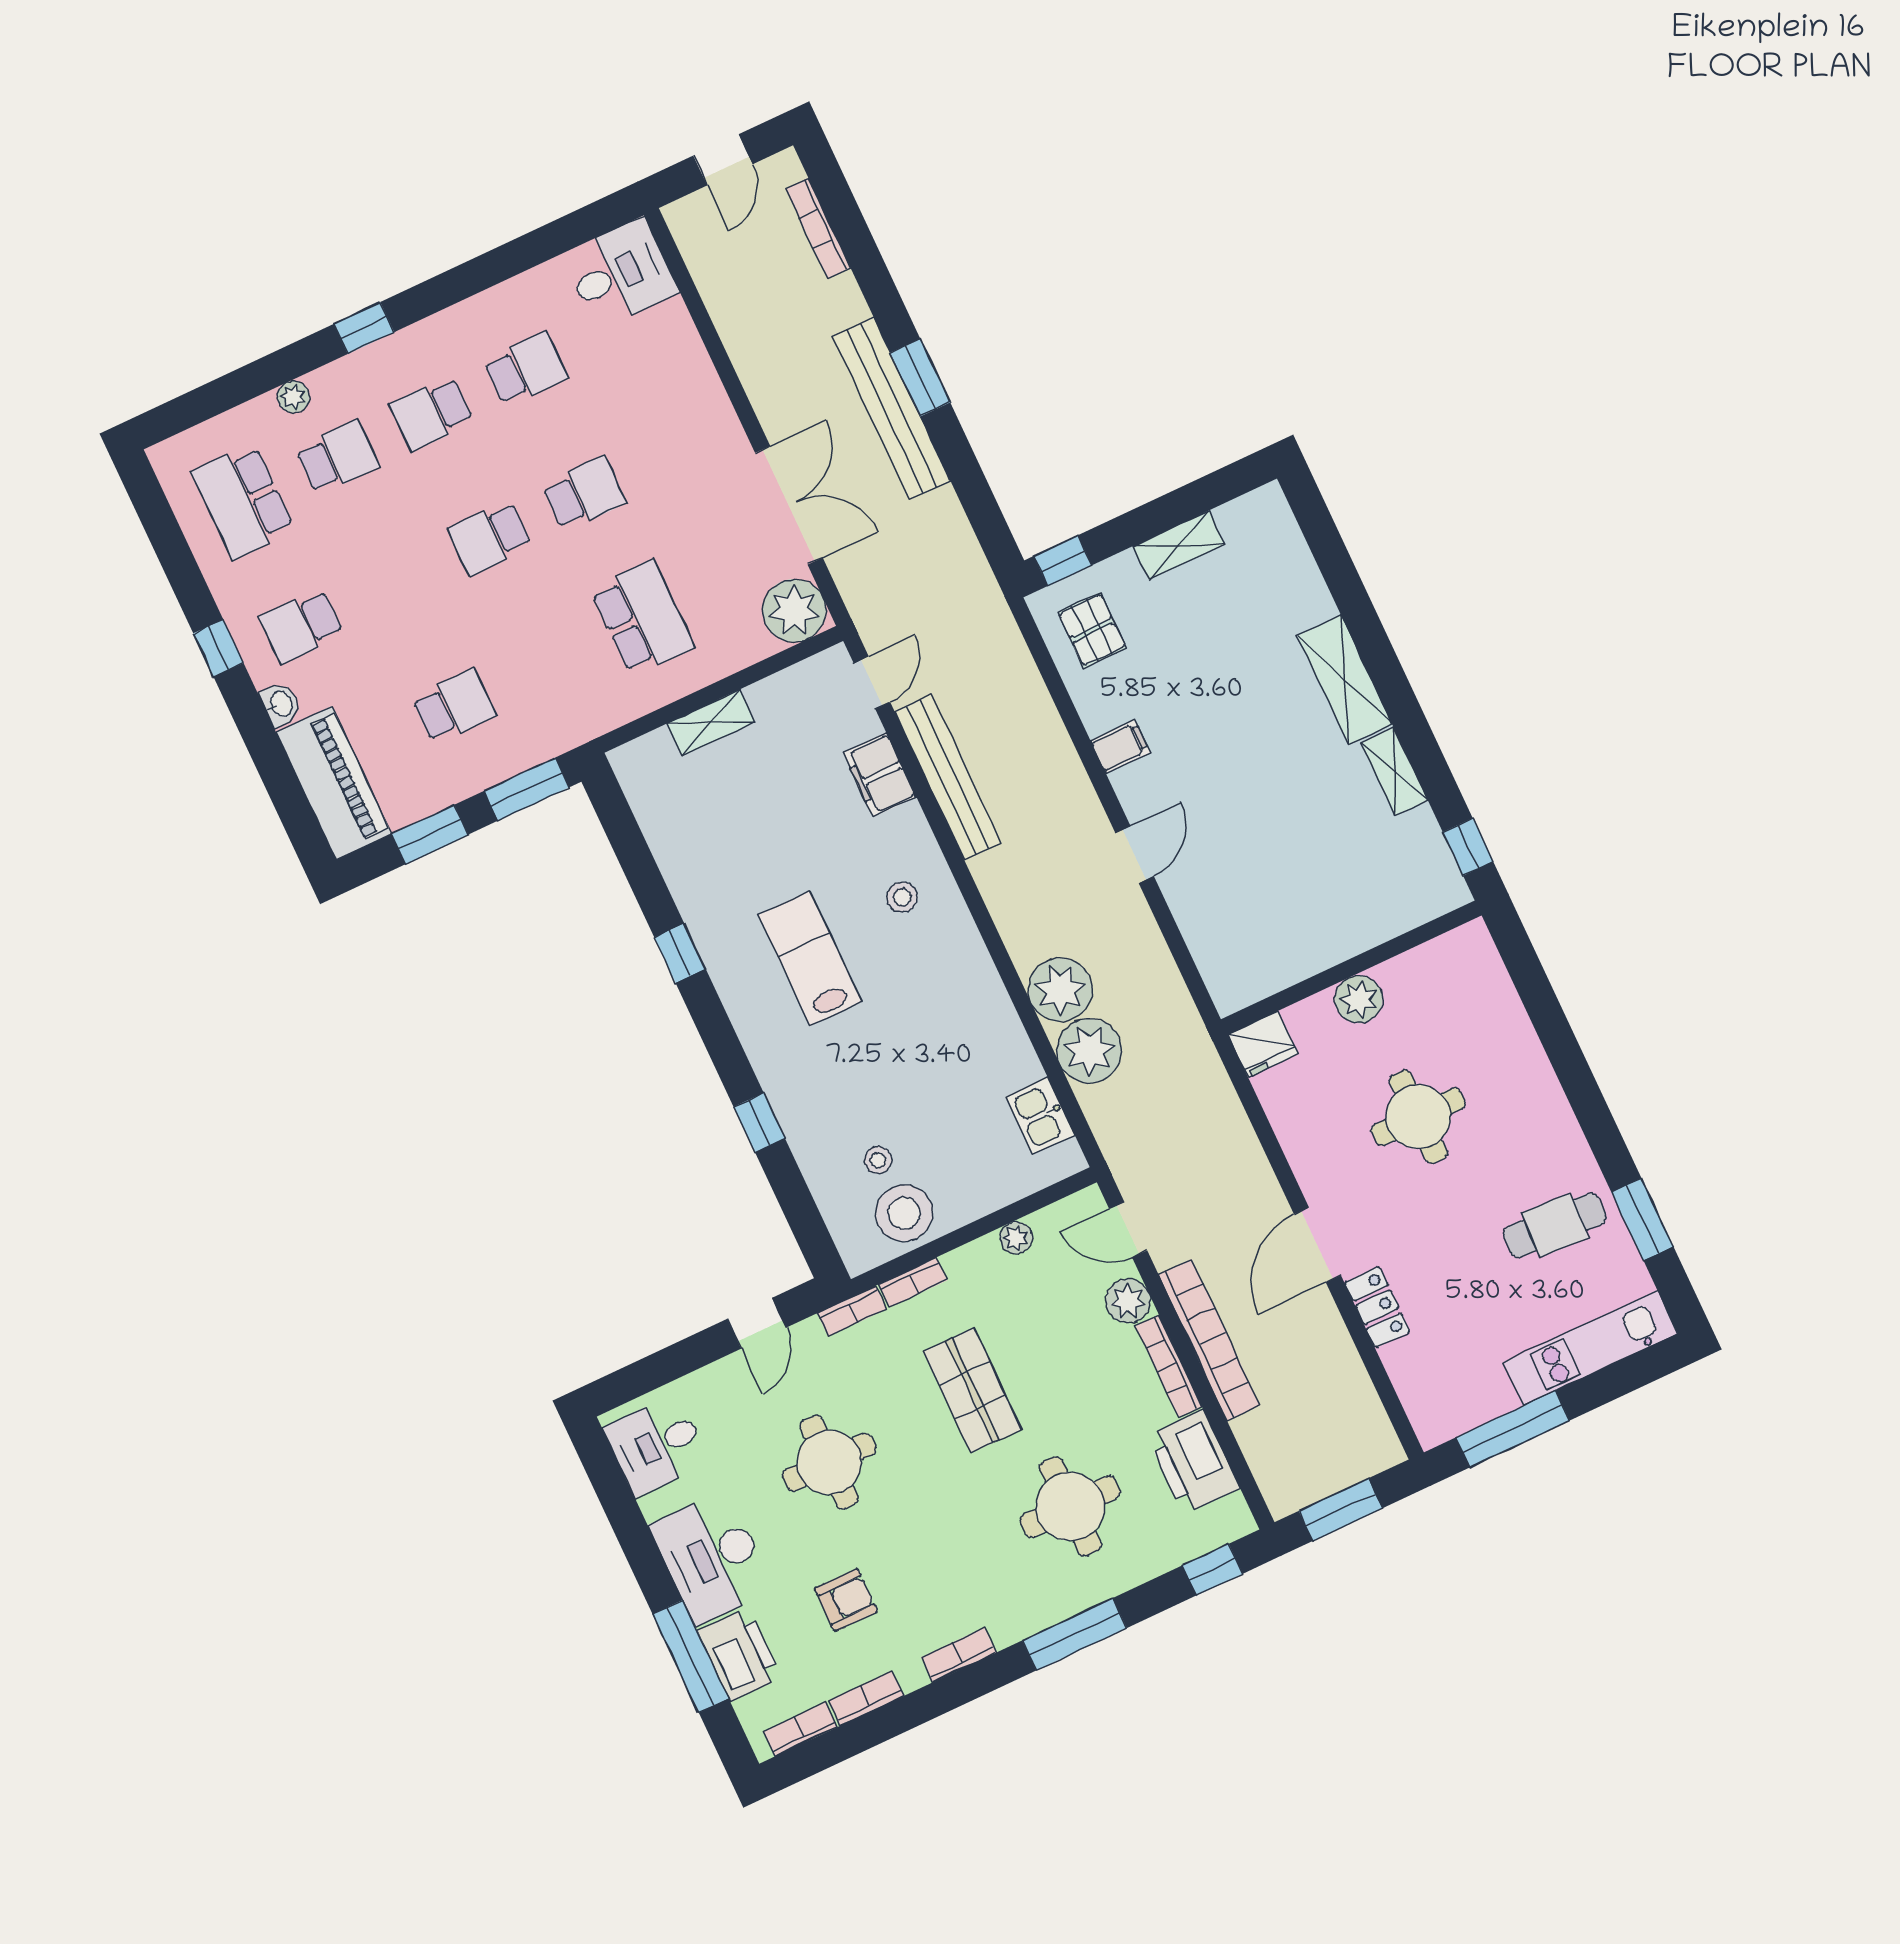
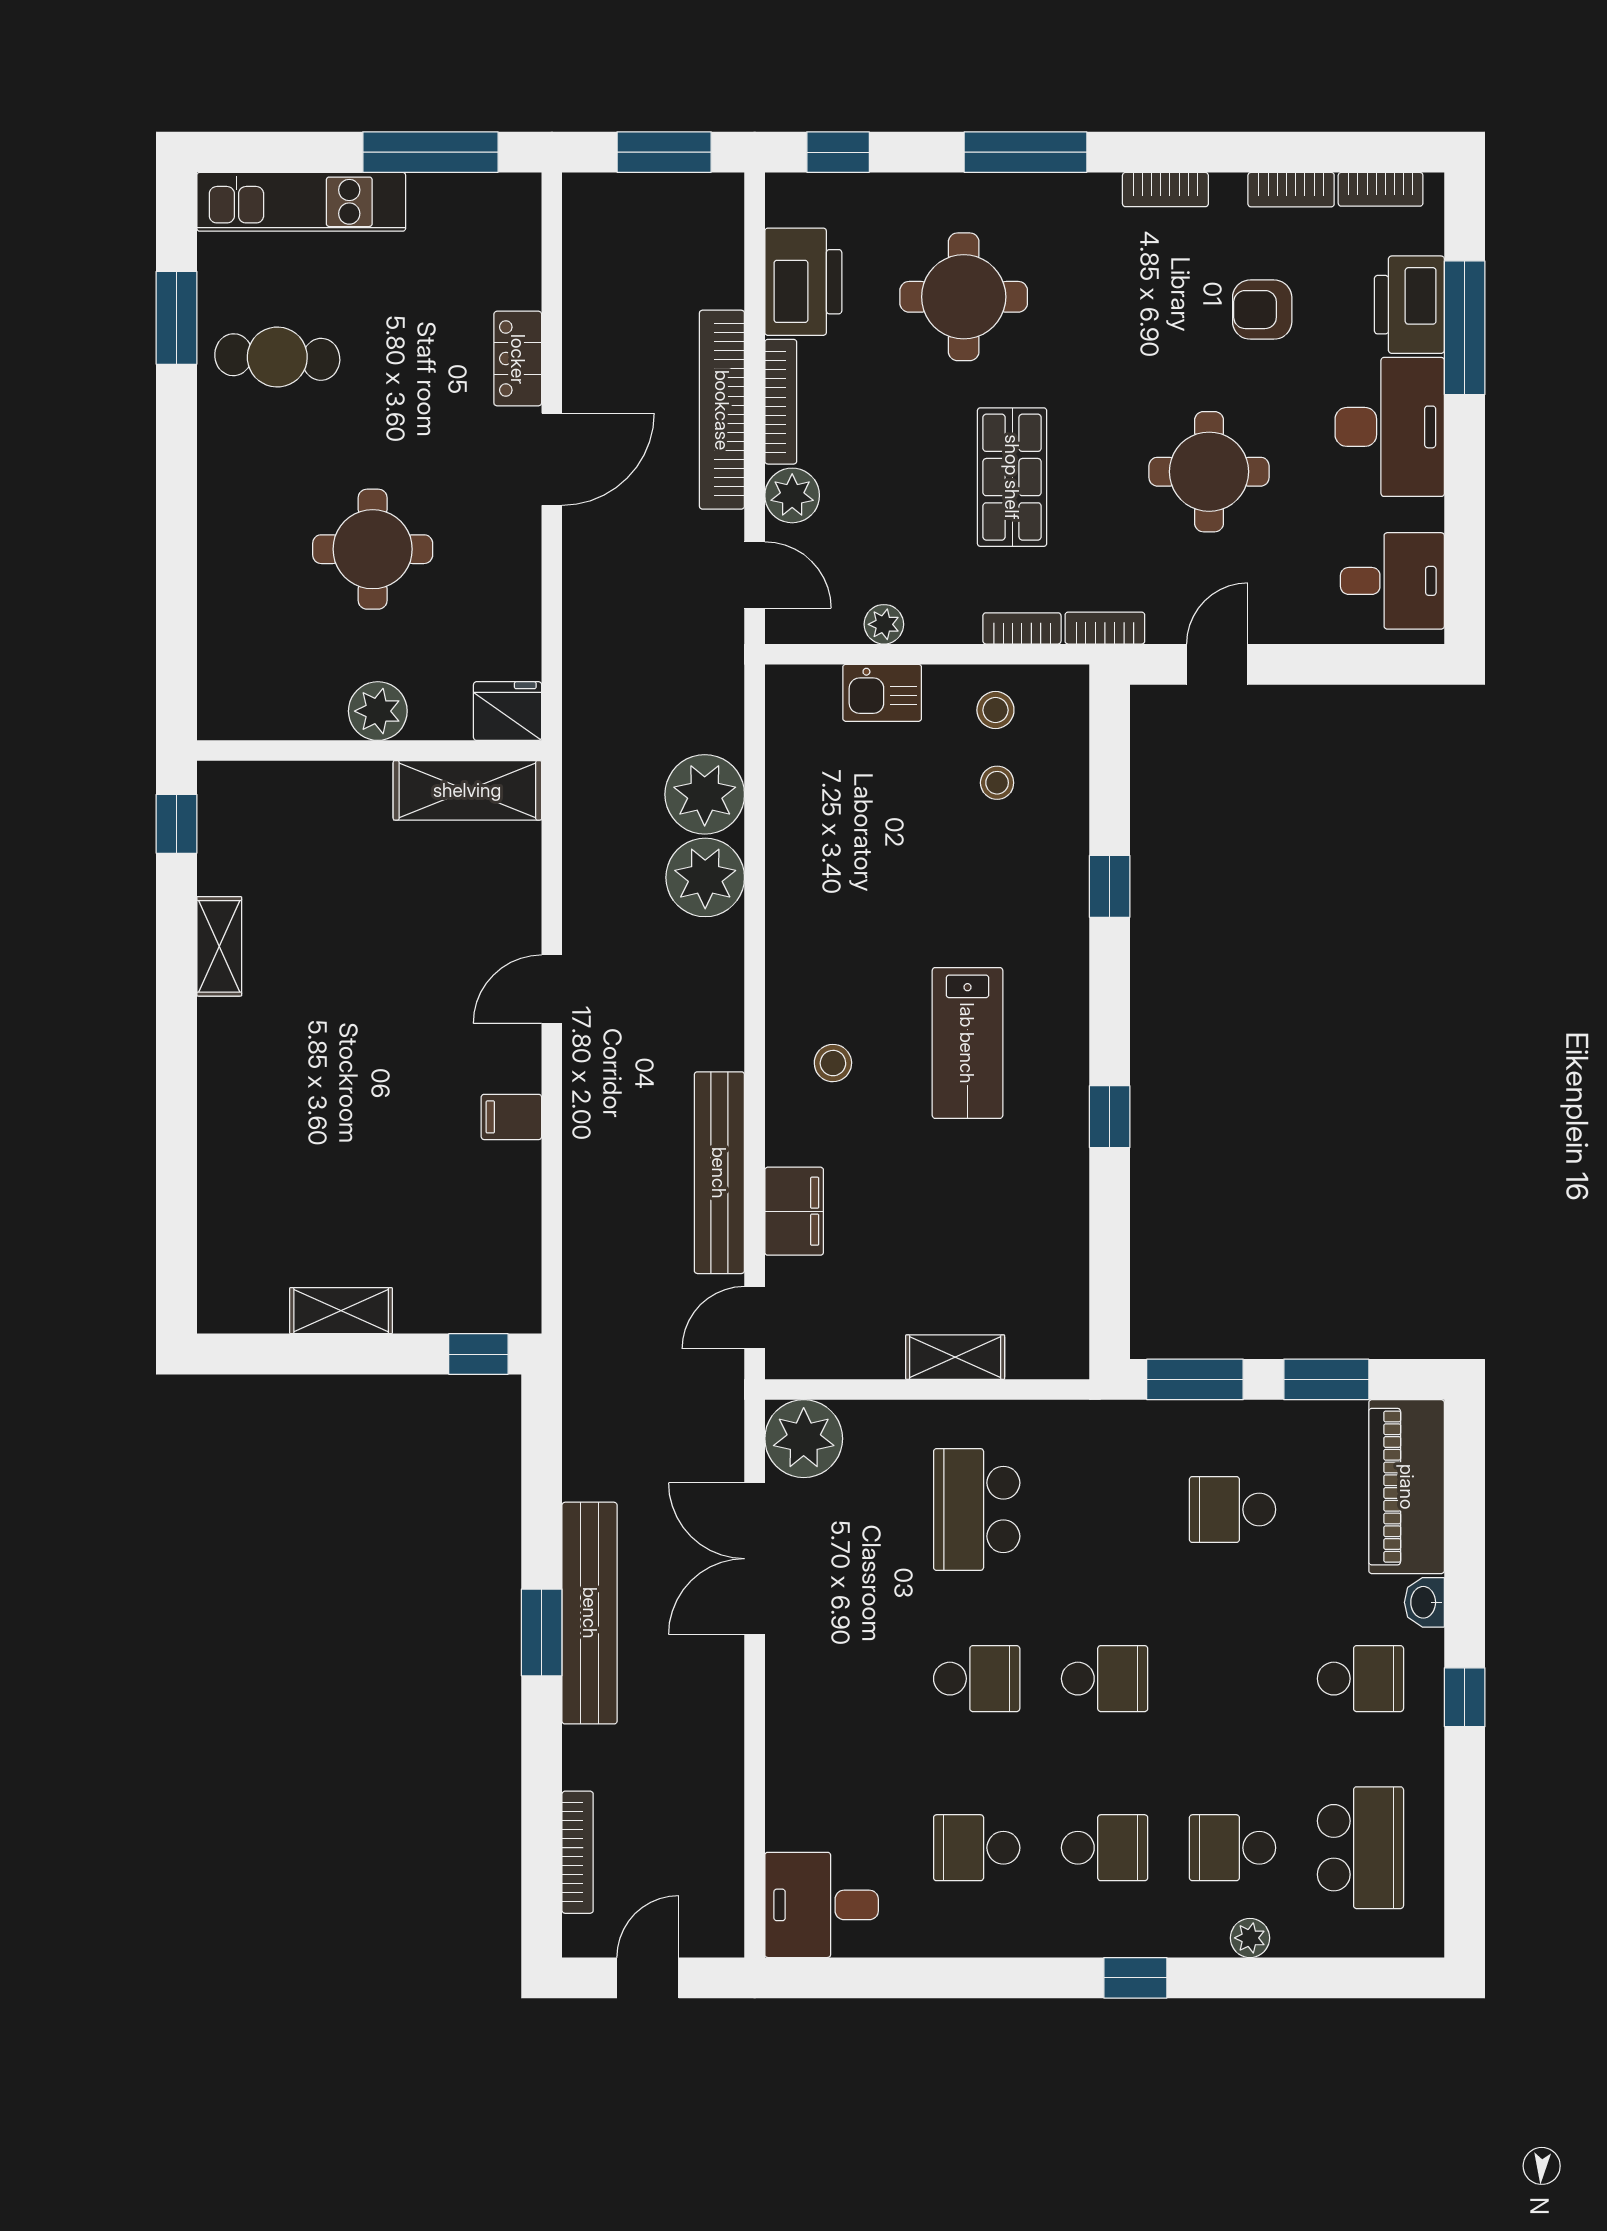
school desk: (584, 494) -> (977, 1679), turned 180
pallet: (1092, 630) -> (482, 1261), removed
shelving: (1345, 680) -> (467, 790), moved, turned 90
kitchen sink: (1040, 1116) -> (882, 693), moved, turned 90
stool: (904, 1213) -> (995, 710), width x0.53, depth x0.53

